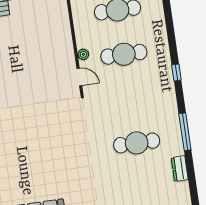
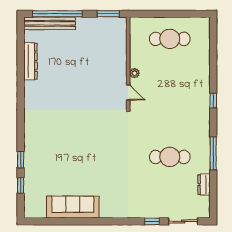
cafe table: (124, 54) -> (170, 78), removed

